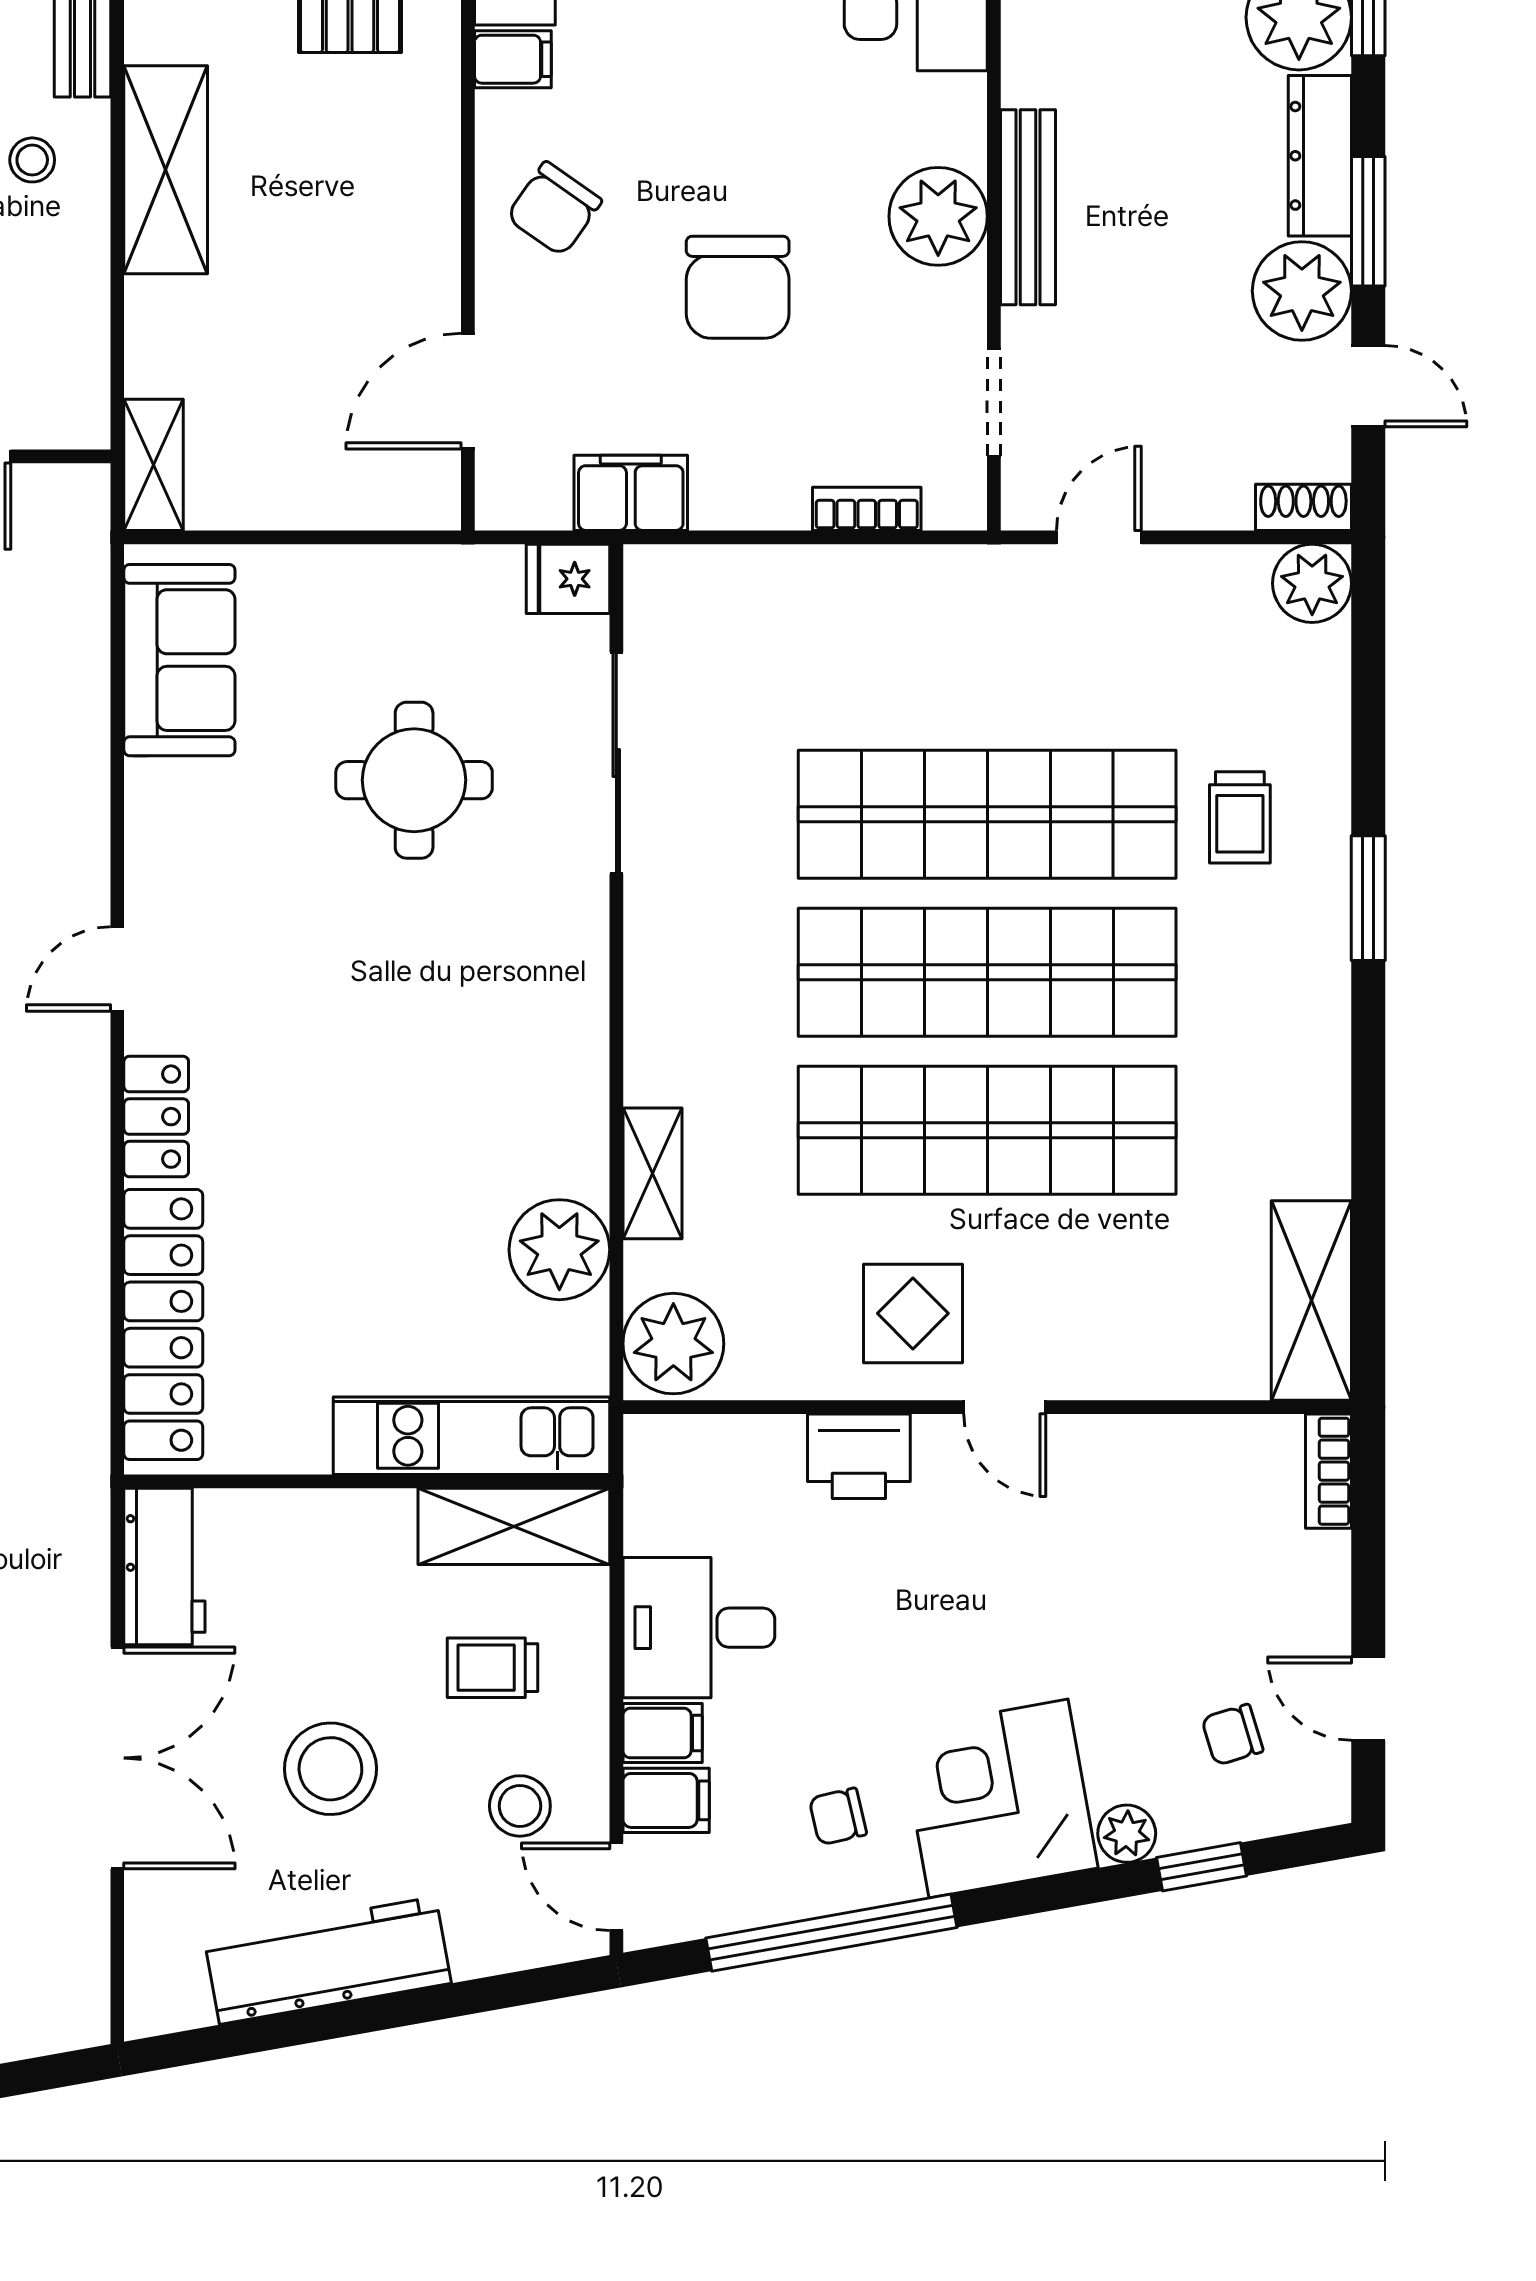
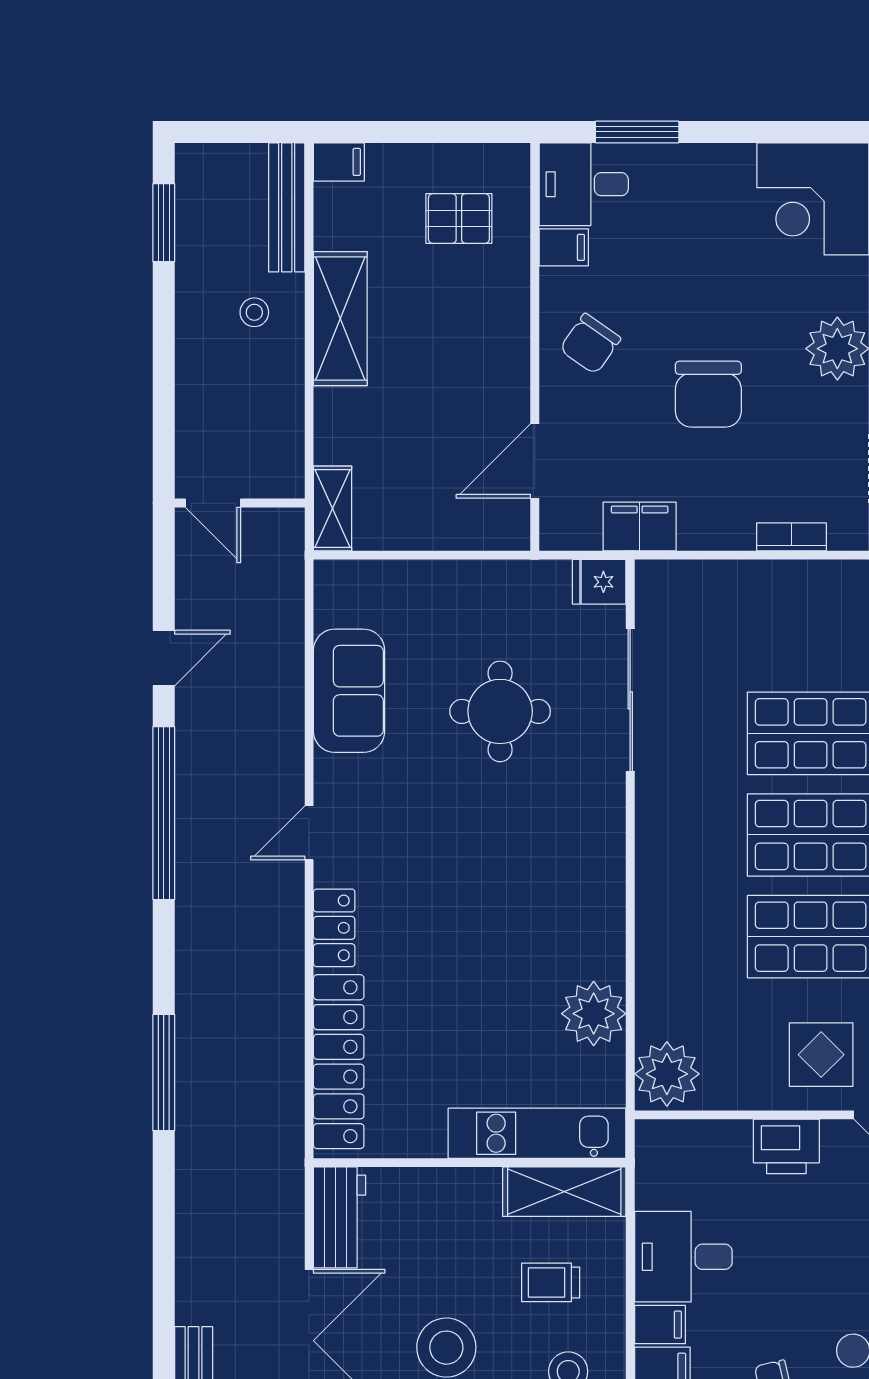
sofa: (179, 660) -> (349, 691), moved
shelving: (653, 1173) -> (654, 964), removed

